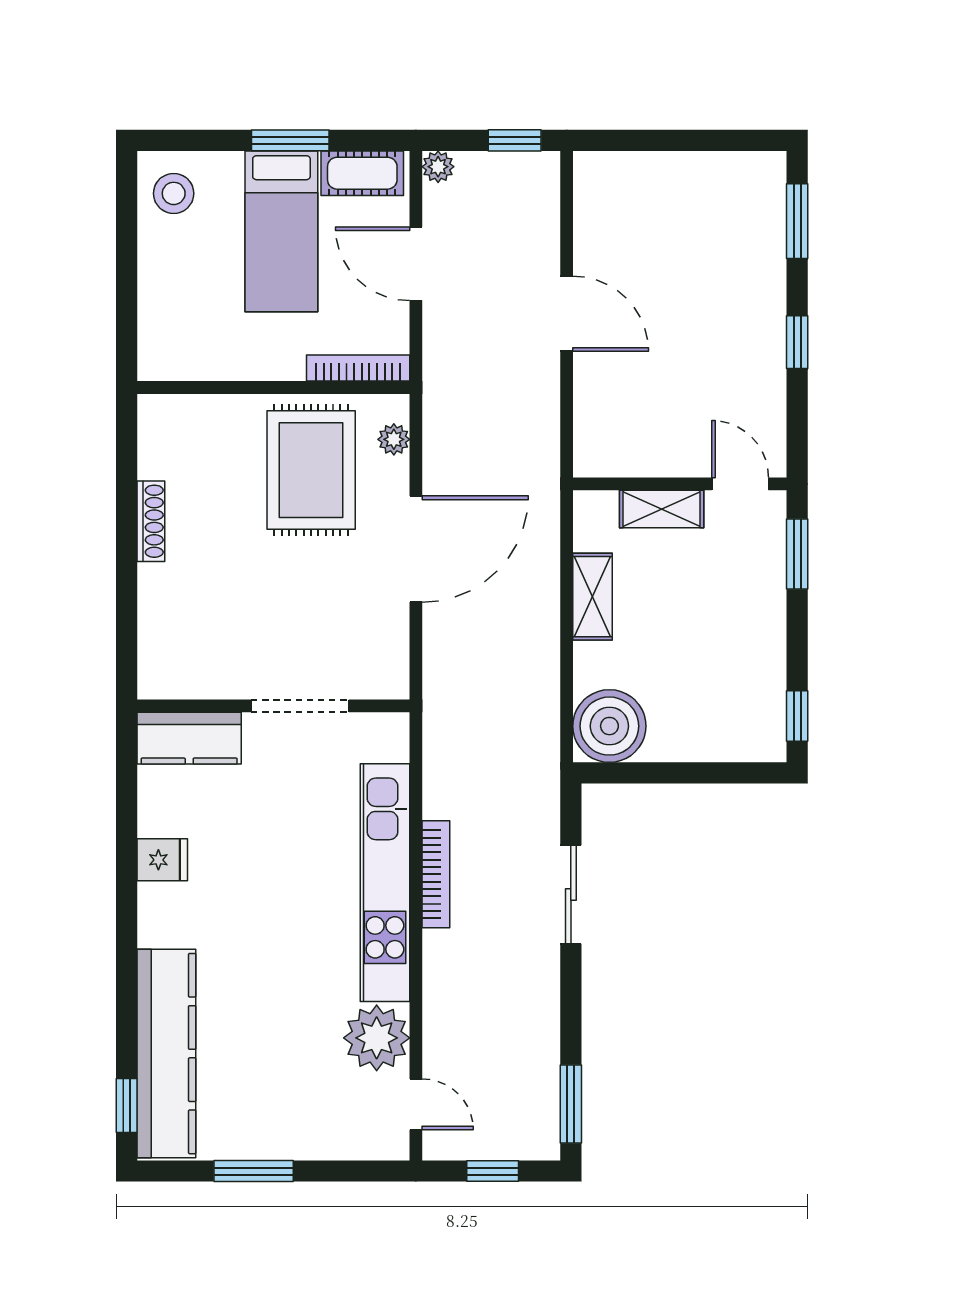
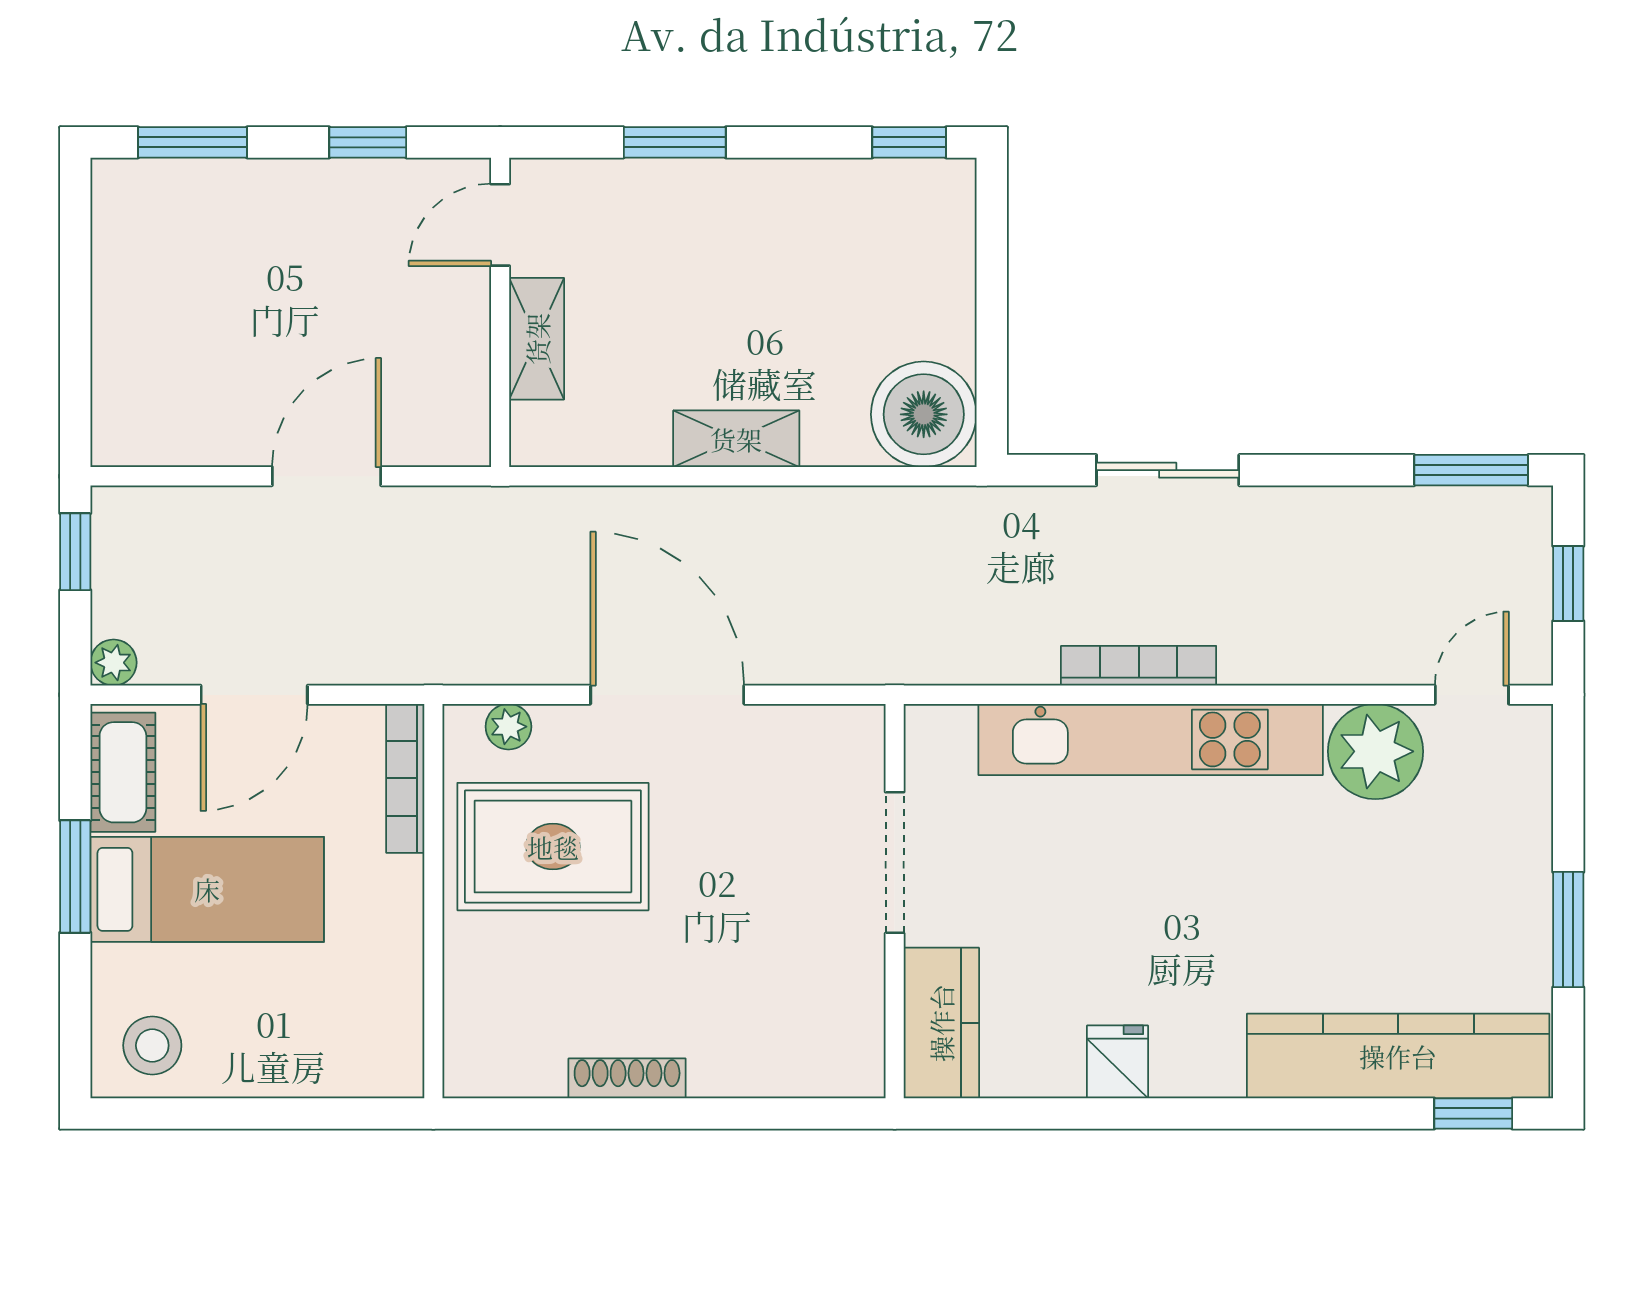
wall: (680, 484) -> (500, 312), moved
door: (740, 484) -> (500, 225), moved
shelving: (662, 509) -> (537, 339), moved

